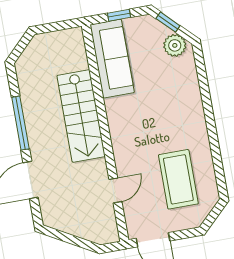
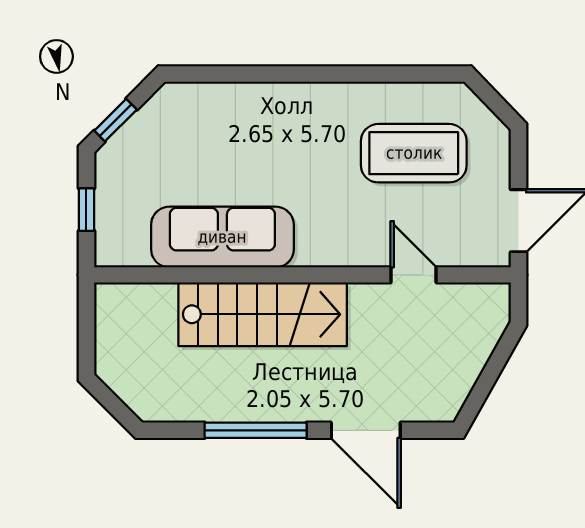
plant: (175, 45) -> (162, 115), removed
sofa: (112, 59) -> (222, 237), moved

